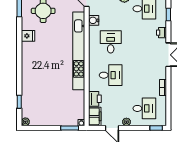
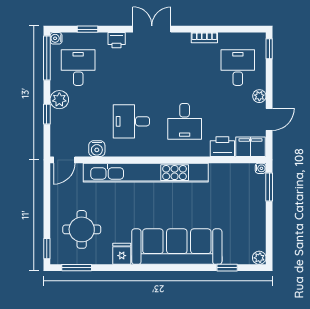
sofa: (32, 70) -> (177, 247), added
desk: (111, 75) -> (185, 121), turned 180

